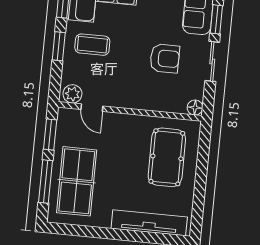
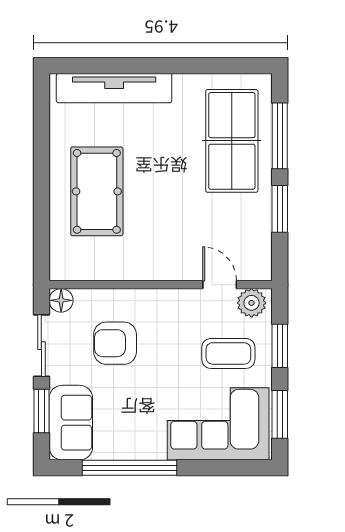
plant: (72, 94) -> (252, 303), moved
door: (92, 108) -> (220, 285), moved
floor lamp: (195, 108) -> (61, 300), moved
wall: (130, 111) -> (161, 285), moved

